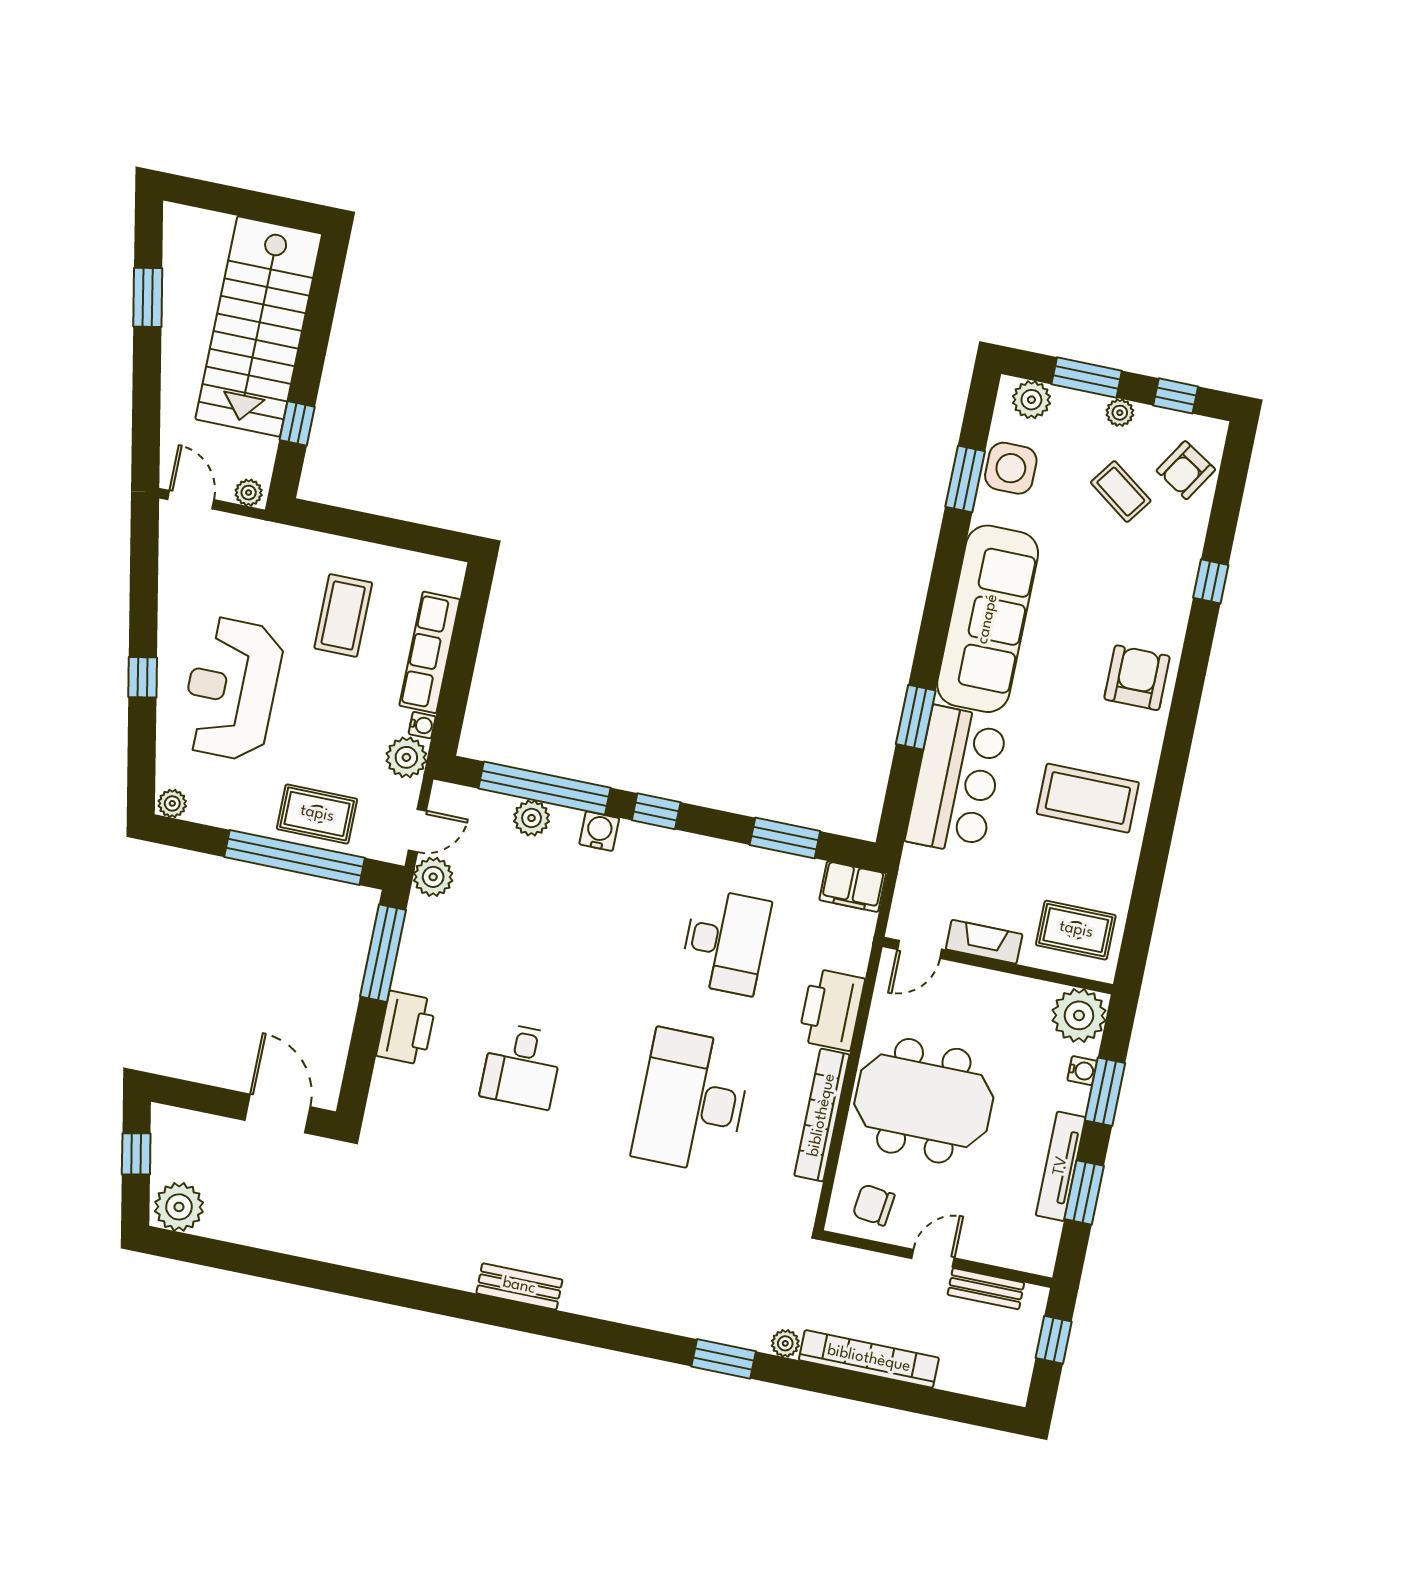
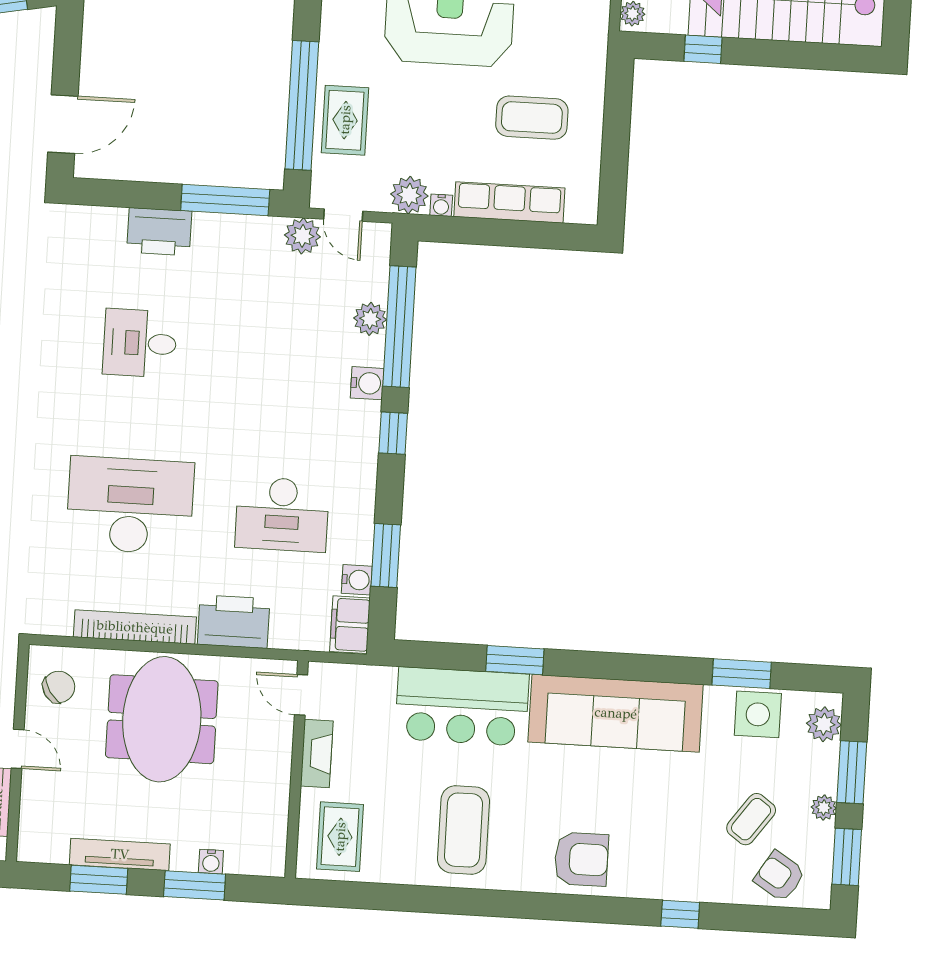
window: (1176, 396) -> (847, 857), width x1.50
water cooler: (806, 873) -> (357, 580), added
plant: (1079, 1015) -> (262, 851), removed
chair: (874, 1205) -> (59, 687), turned 50

